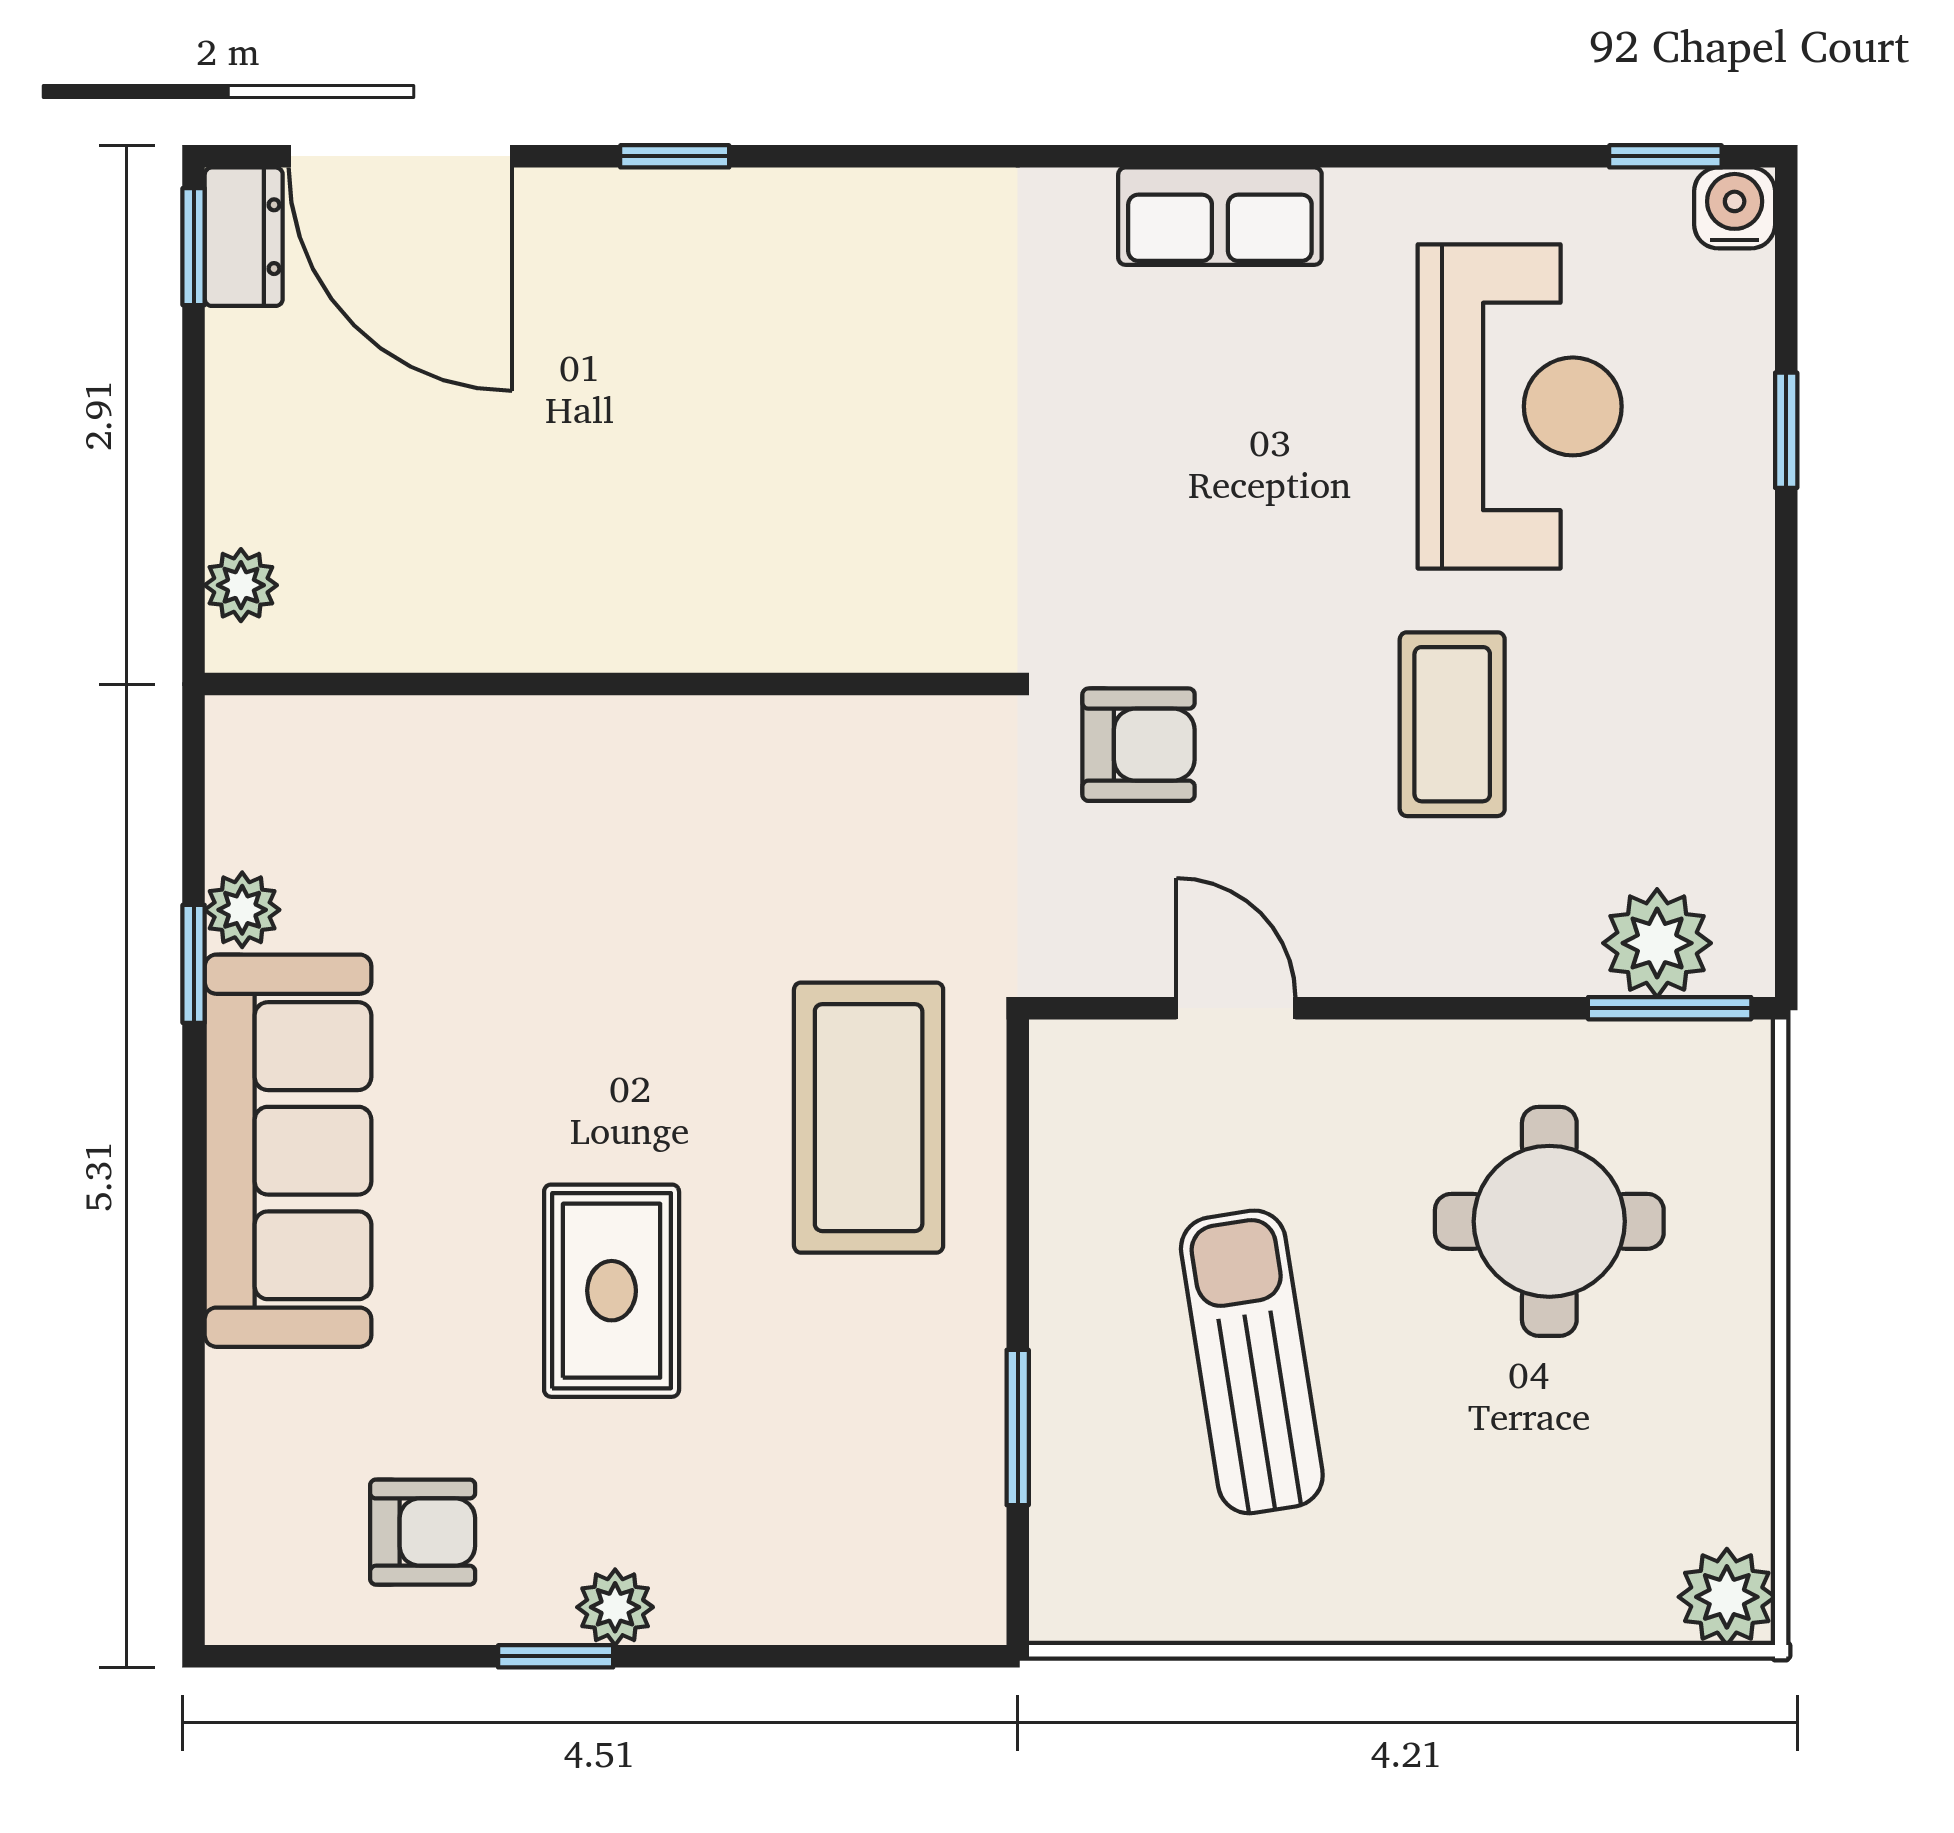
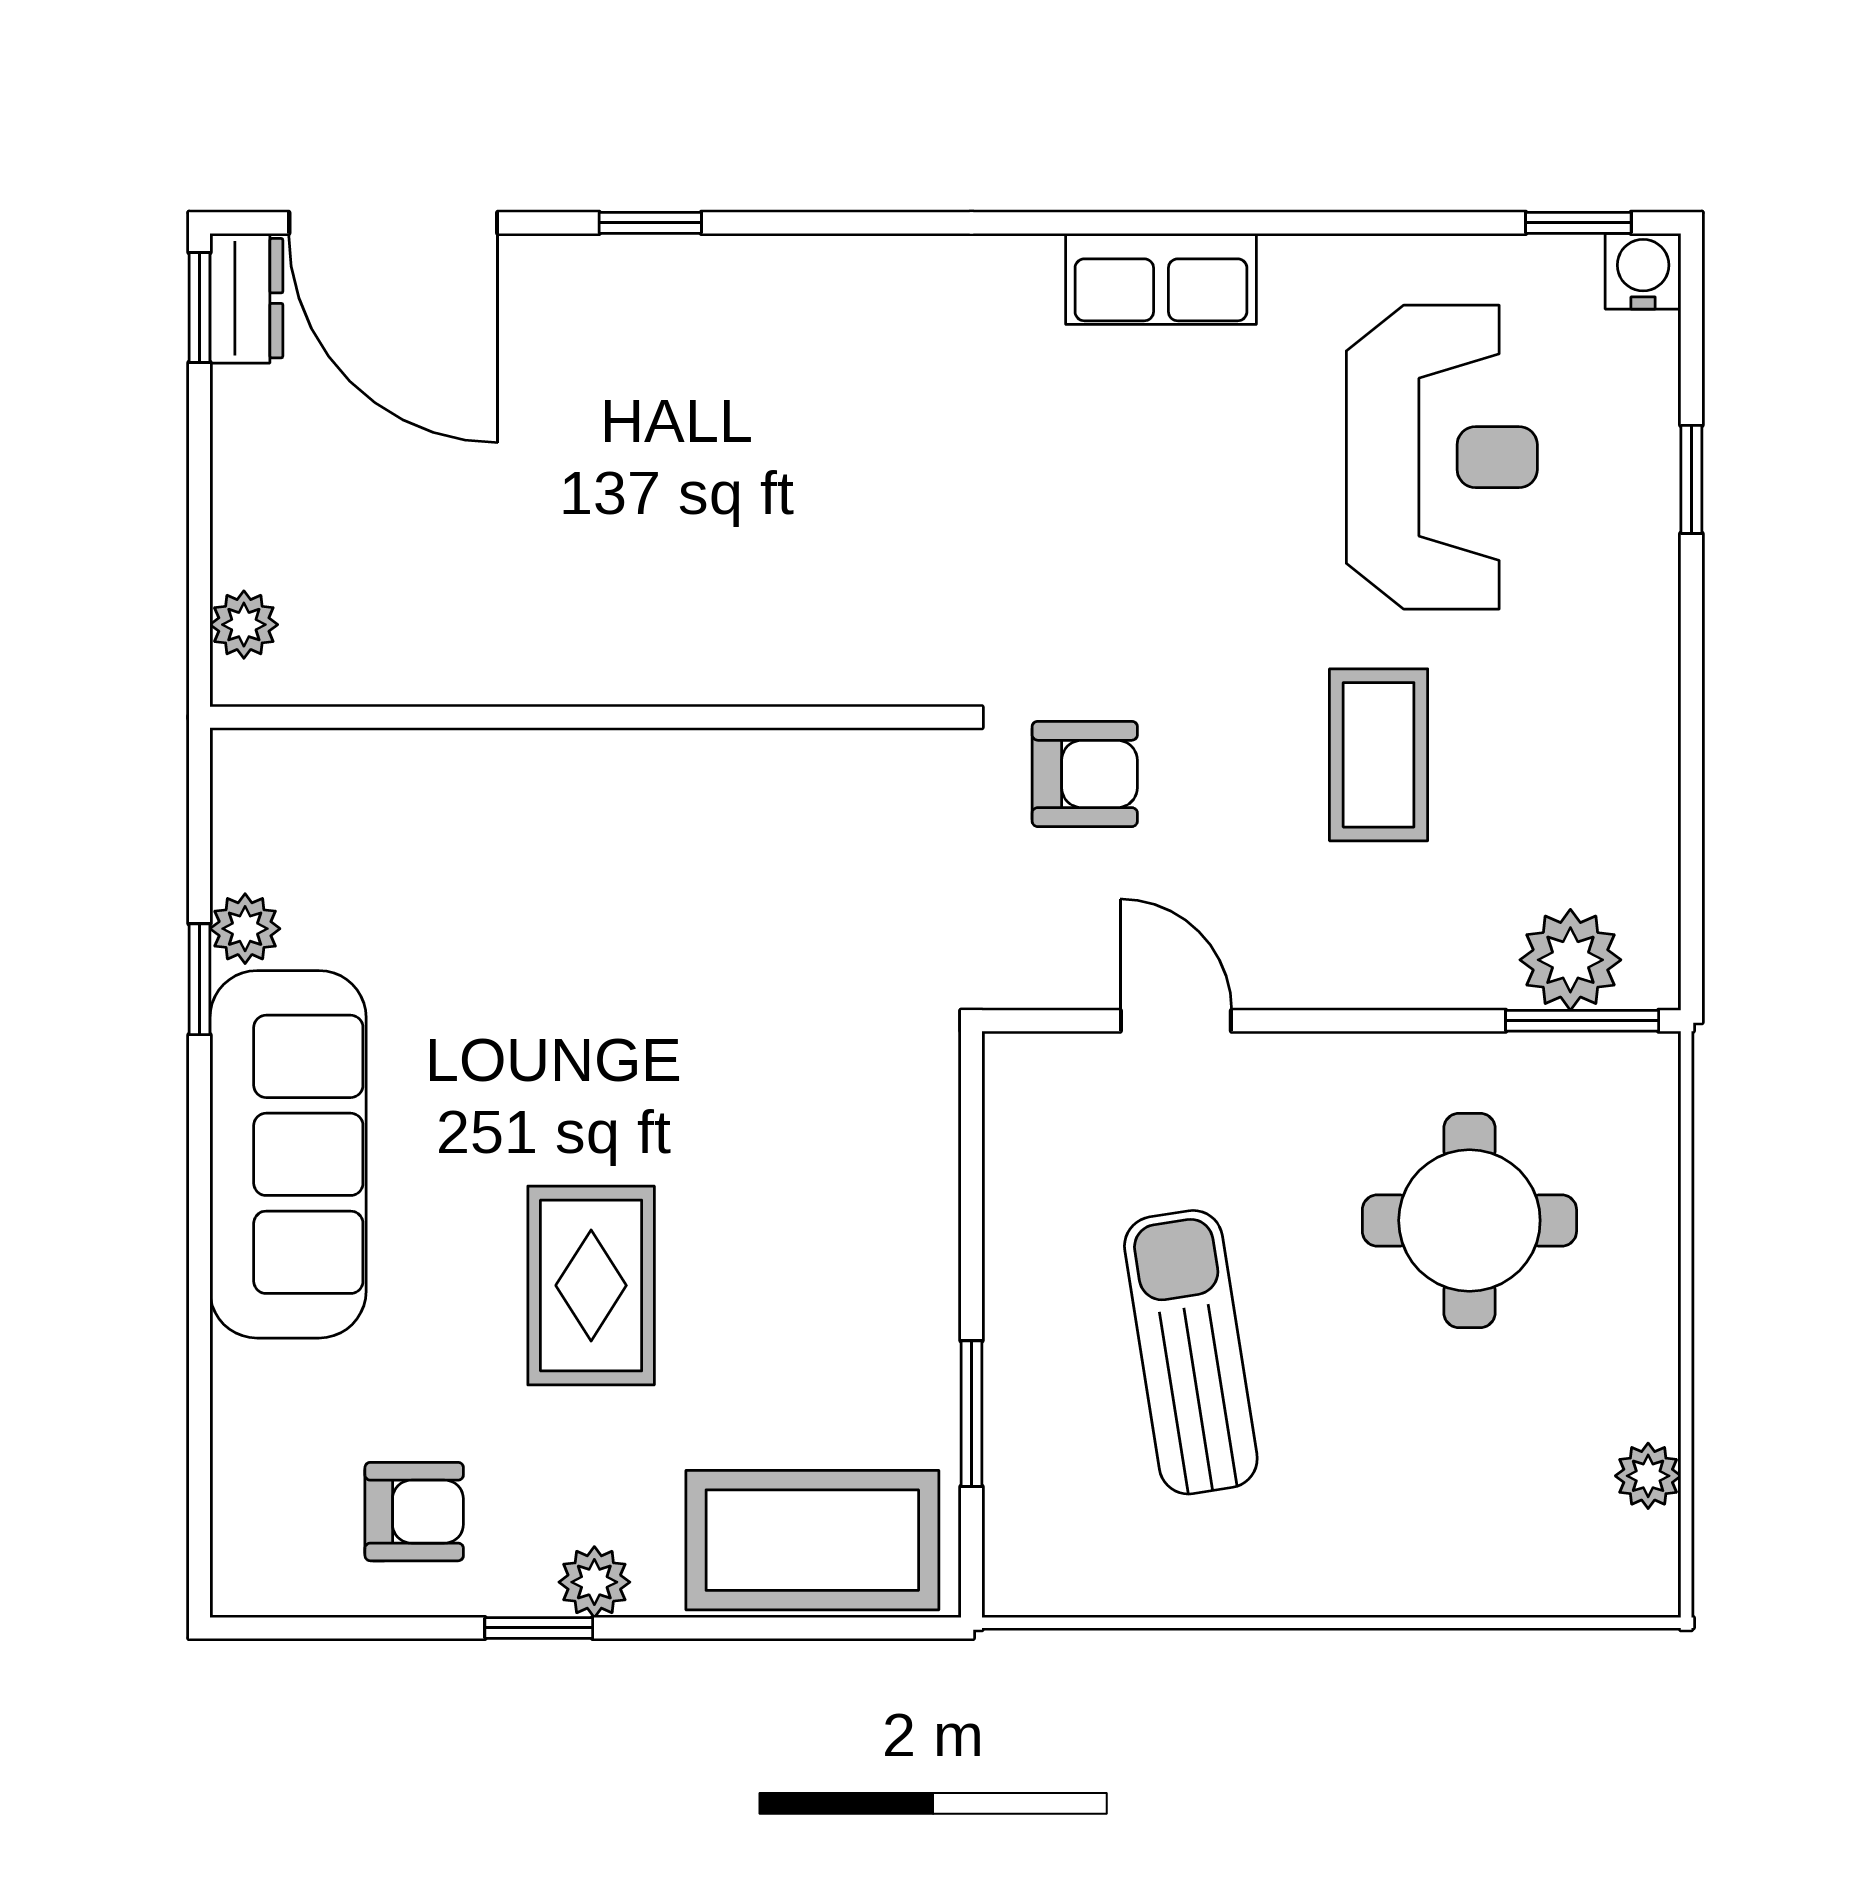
coffee table: (869, 1118) -> (812, 1540), moved, turned 90
plant: (1727, 1597) -> (1648, 1476), moved, width x0.73, depth x0.73

